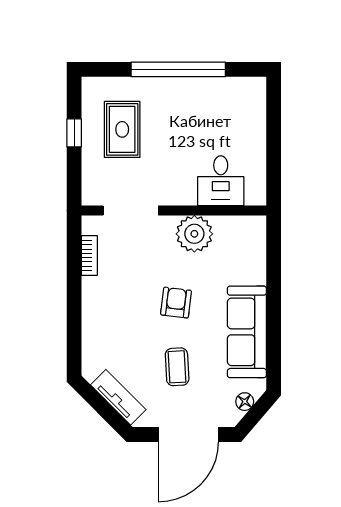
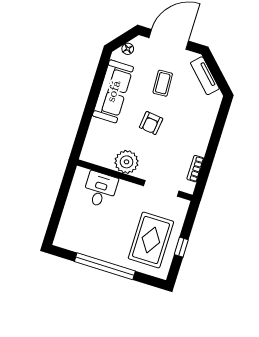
rug: (122, 129) -> (151, 240), width x1.36, depth x1.43

